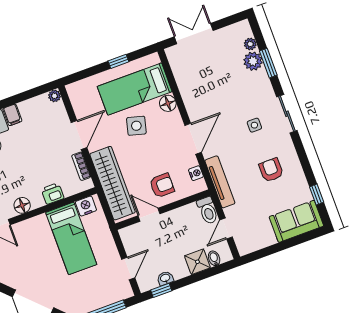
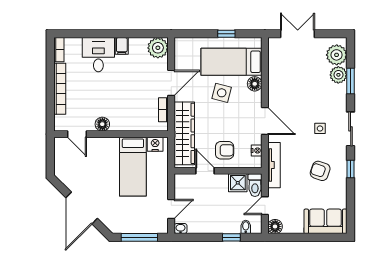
plant: (250, 44) -> (337, 55), width x1.88, depth x1.88
plant: (55, 96) -> (158, 48), width x1.88, depth x1.88
door: (193, 139) -> (265, 121), hinge flipped
armchair: (271, 170) -> (320, 171), turned -71
printer: (53, 194) -> (131, 124), removed
window: (317, 195) -> (351, 169), moved
floor lamp: (245, 246) -> (275, 226), added
shower: (197, 262) -> (238, 183), moved
washbasin: (165, 278) -> (181, 228), moved
window: (161, 290) -> (231, 237), moved

